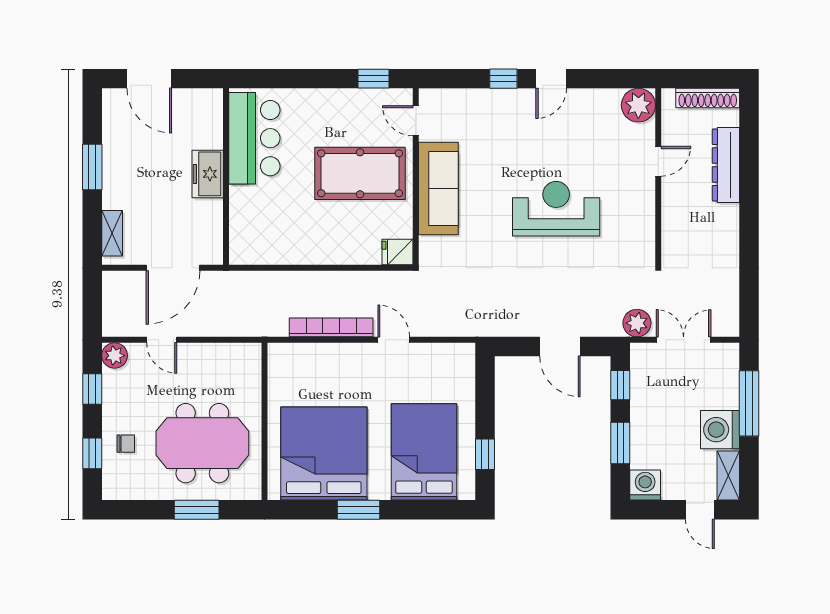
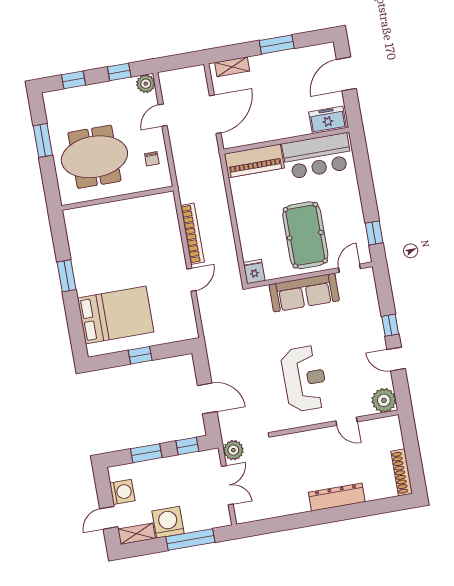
plant: (638, 105) -> (384, 400), moved
door: (658, 161) -> (347, 421), moved
dresser: (726, 165) -> (337, 497), moved
freezer: (208, 174) -> (328, 120), moved
wall: (658, 177) -> (336, 423), moved
piano: (246, 225) -> (254, 161), added
door: (173, 268) -> (215, 114), swing flipped
door: (560, 347) -> (207, 398), swing flipped
meeting table: (202, 443) -> (94, 157), turned 90
chair: (126, 444) -> (152, 159), moved
bed: (324, 454) -> (102, 244), removed
window: (485, 454) -> (140, 355), moved
washing machine: (645, 485) -> (122, 492), moved
window: (197, 510) -> (43, 140), moved

